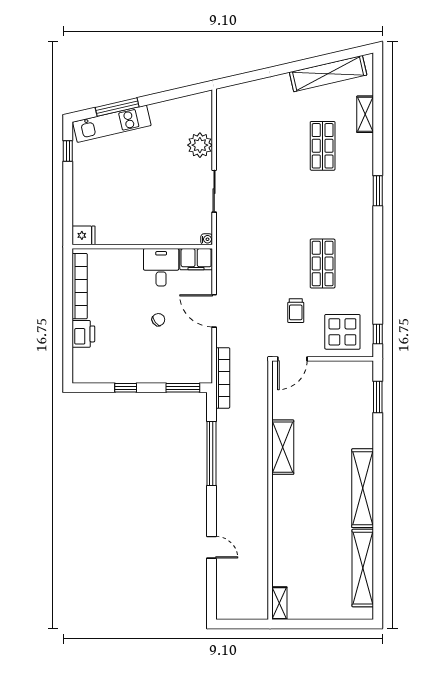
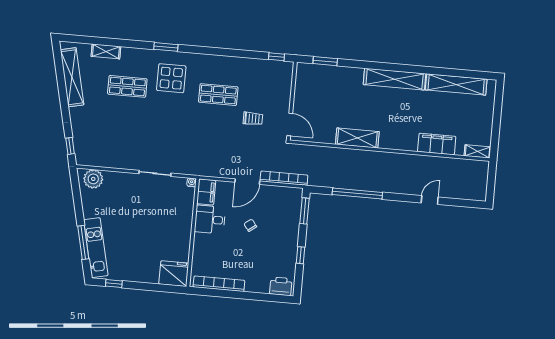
window: (240, 79) -> (70, 146), added
plant: (200, 145) -> (93, 179), moved
fridge: (84, 235) -> (174, 274), width x1.88, depth x1.34
display table: (342, 332) -> (171, 78), moved
printer: (83, 334) -> (281, 286), moved
bookcase: (223, 378) -> (284, 178), moved
filing cabinet: (284, 550) -> (437, 144), added

